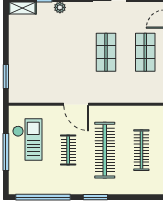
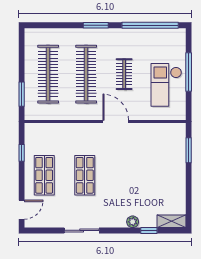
clothes rail: (141, 150) -> (48, 74), width x1.37, depth x1.31

